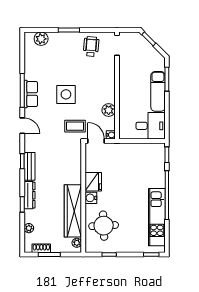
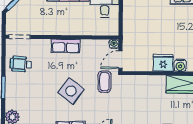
row of seats: (109, 89) -> (66, 46), added
side table: (66, 94) -> (71, 91), turned 37
plant: (109, 110) -> (88, 46), removed

